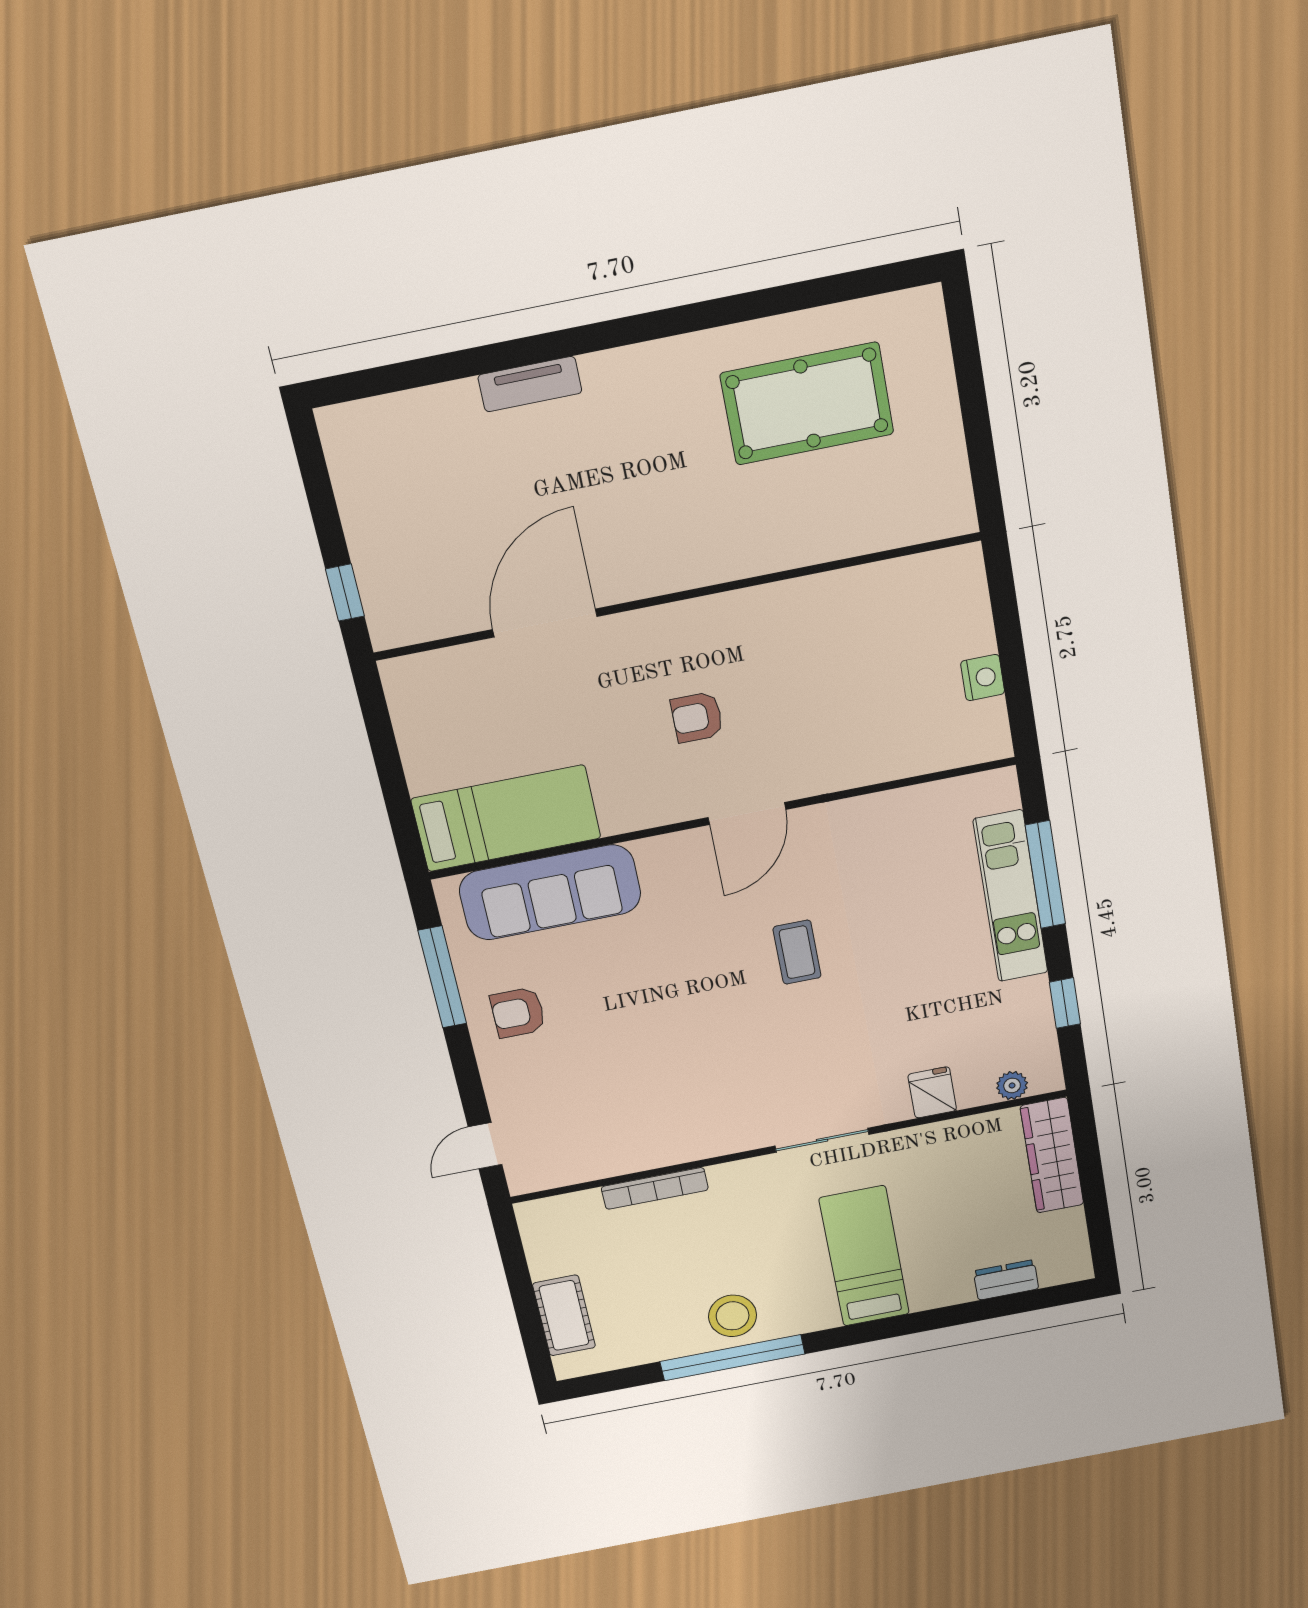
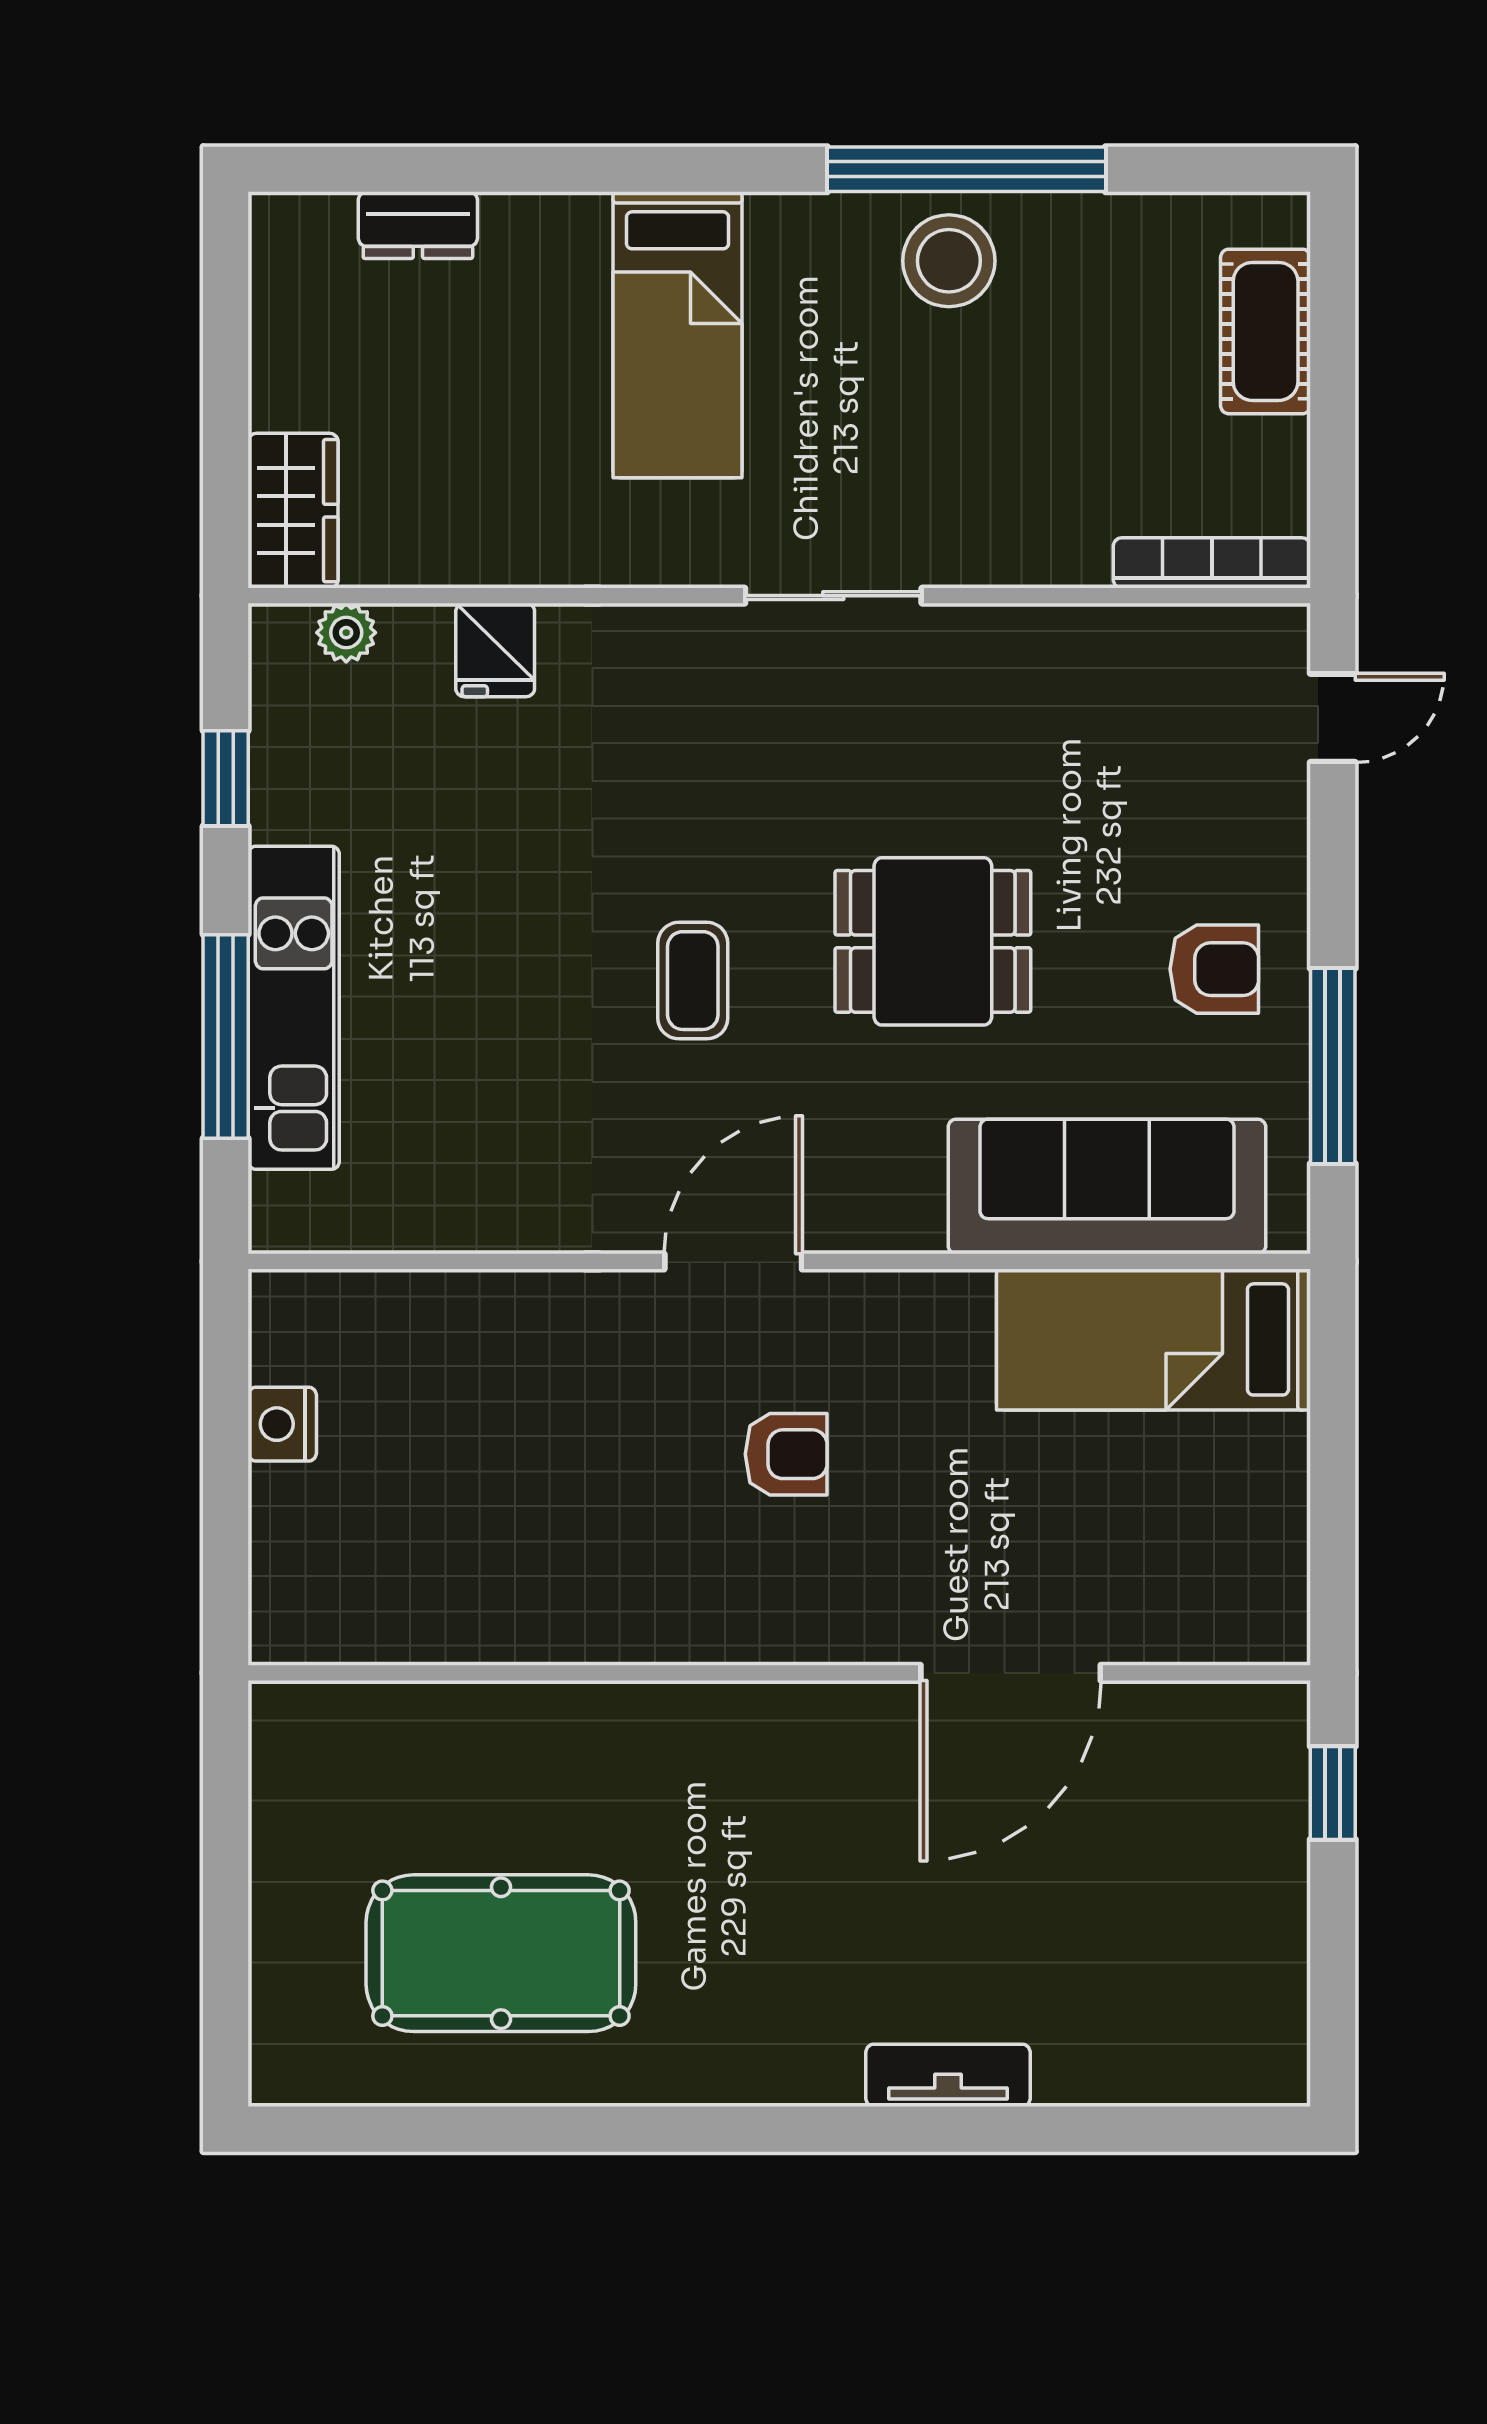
dining table: (672, 997) -> (933, 941), added
sliding door: (822, 1140) -> (833, 596), moved
wardrobe: (1052, 1155) -> (293, 511), width x0.67
bookcase: (655, 1188) -> (1212, 563), moved

